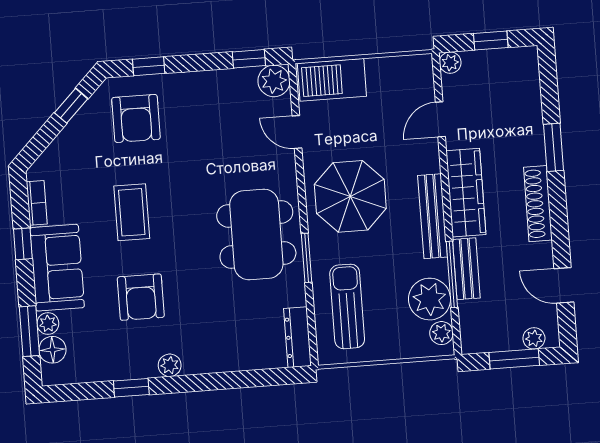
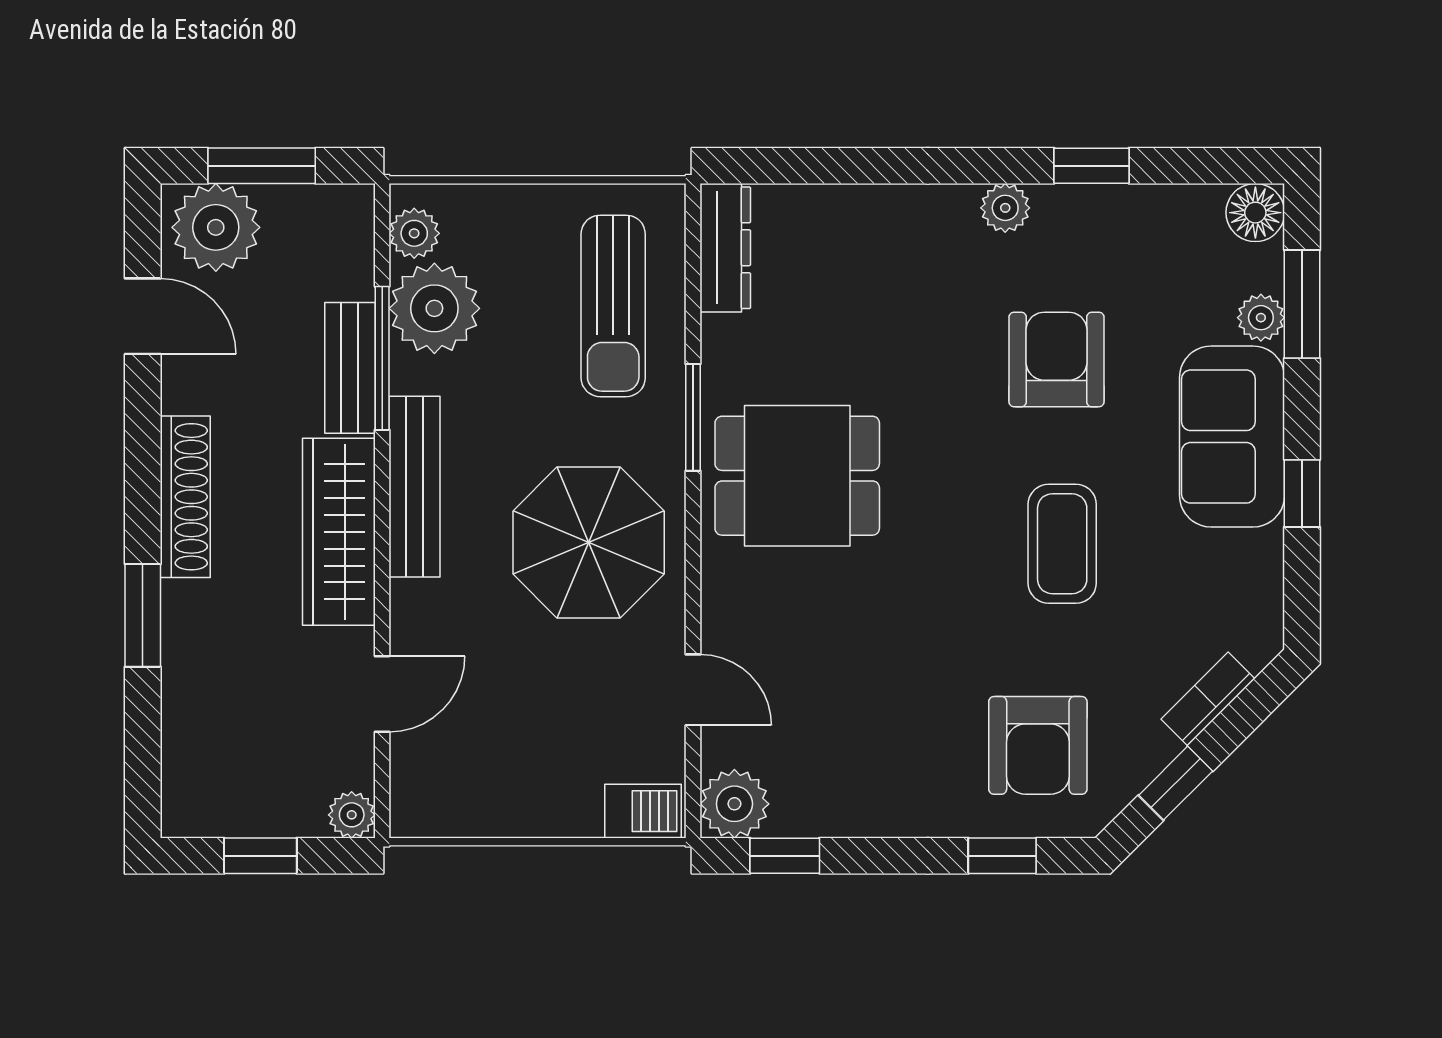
barbecue: (332, 80) -> (643, 811), width x0.53, depth x0.65
armchair: (136, 118) -> (1038, 745), turned 180
bookcase: (37, 203) -> (1208, 699), moved, turned 45
dining table: (256, 234) -> (797, 476), width x0.73
plant: (534, 338) -> (216, 227), width x1.88, depth x1.88
floor lamp: (52, 350) -> (1255, 213), moved

